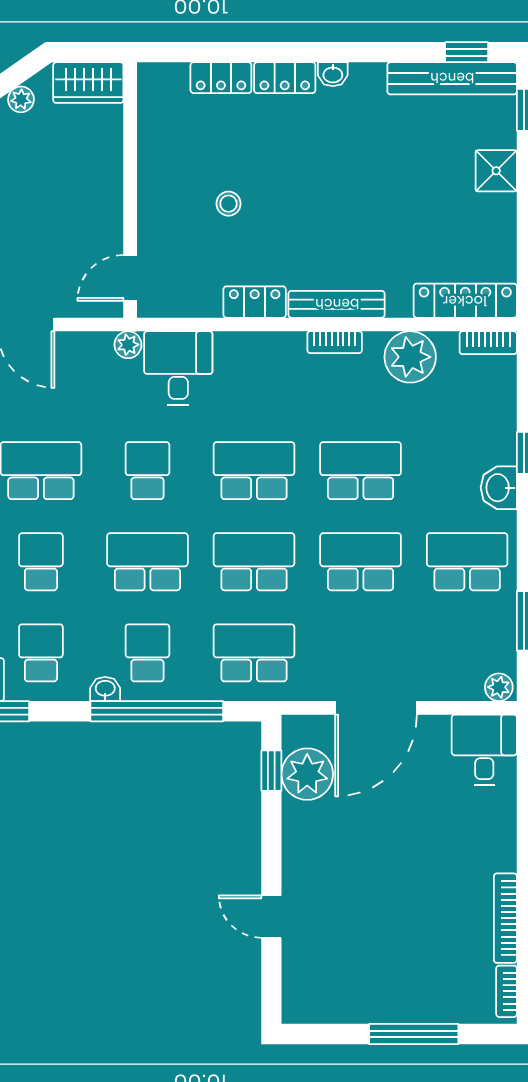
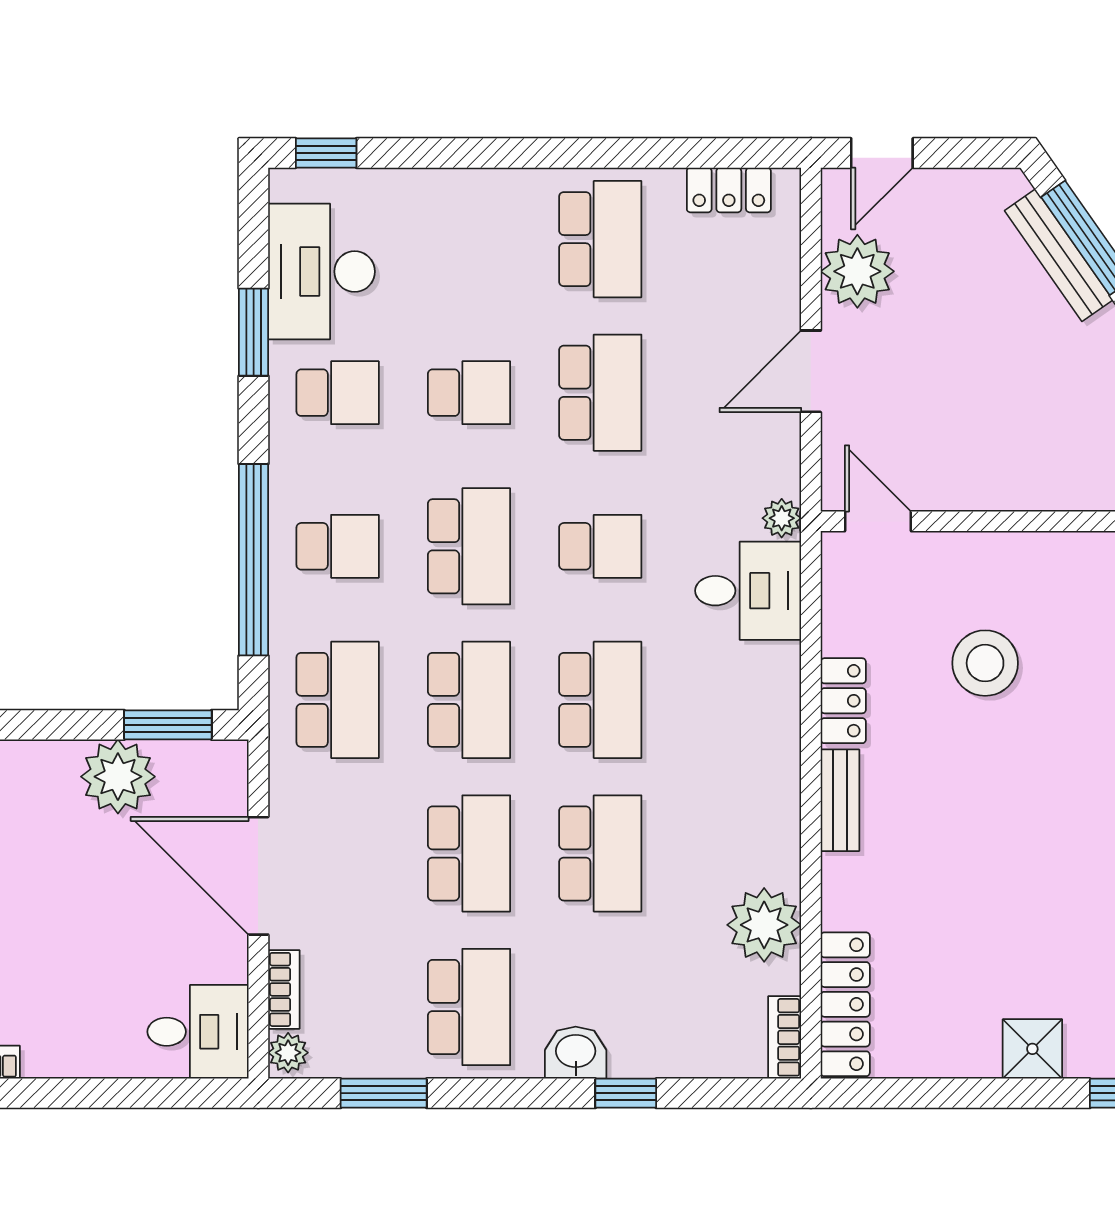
stool: (229, 204) -> (985, 663), width x1.89, depth x1.89
bench: (337, 304) -> (840, 800), width x0.73
bookcase: (335, 342) -> (284, 989), moved, turned 180
washbasin: (105, 689) -> (286, 485), removed
window: (271, 771) -> (168, 725), width x1.50
plant: (307, 774) -> (118, 777), moved

